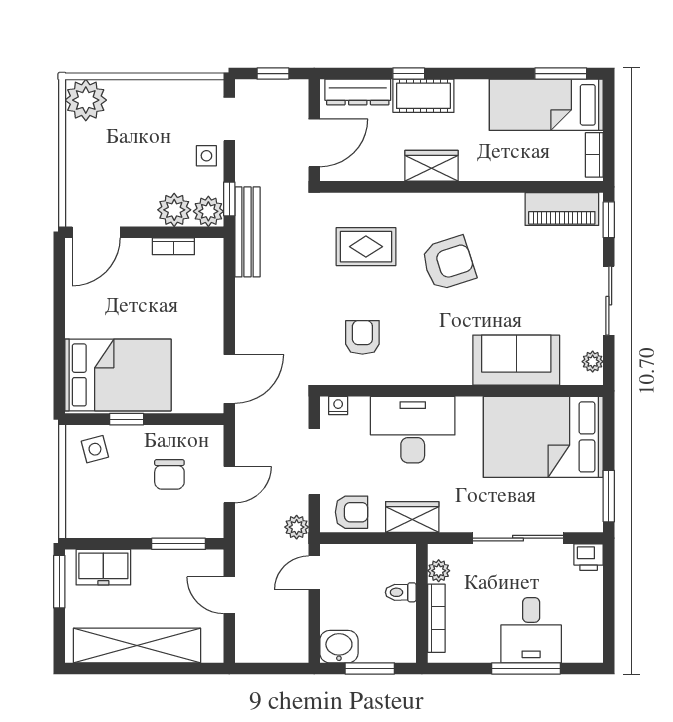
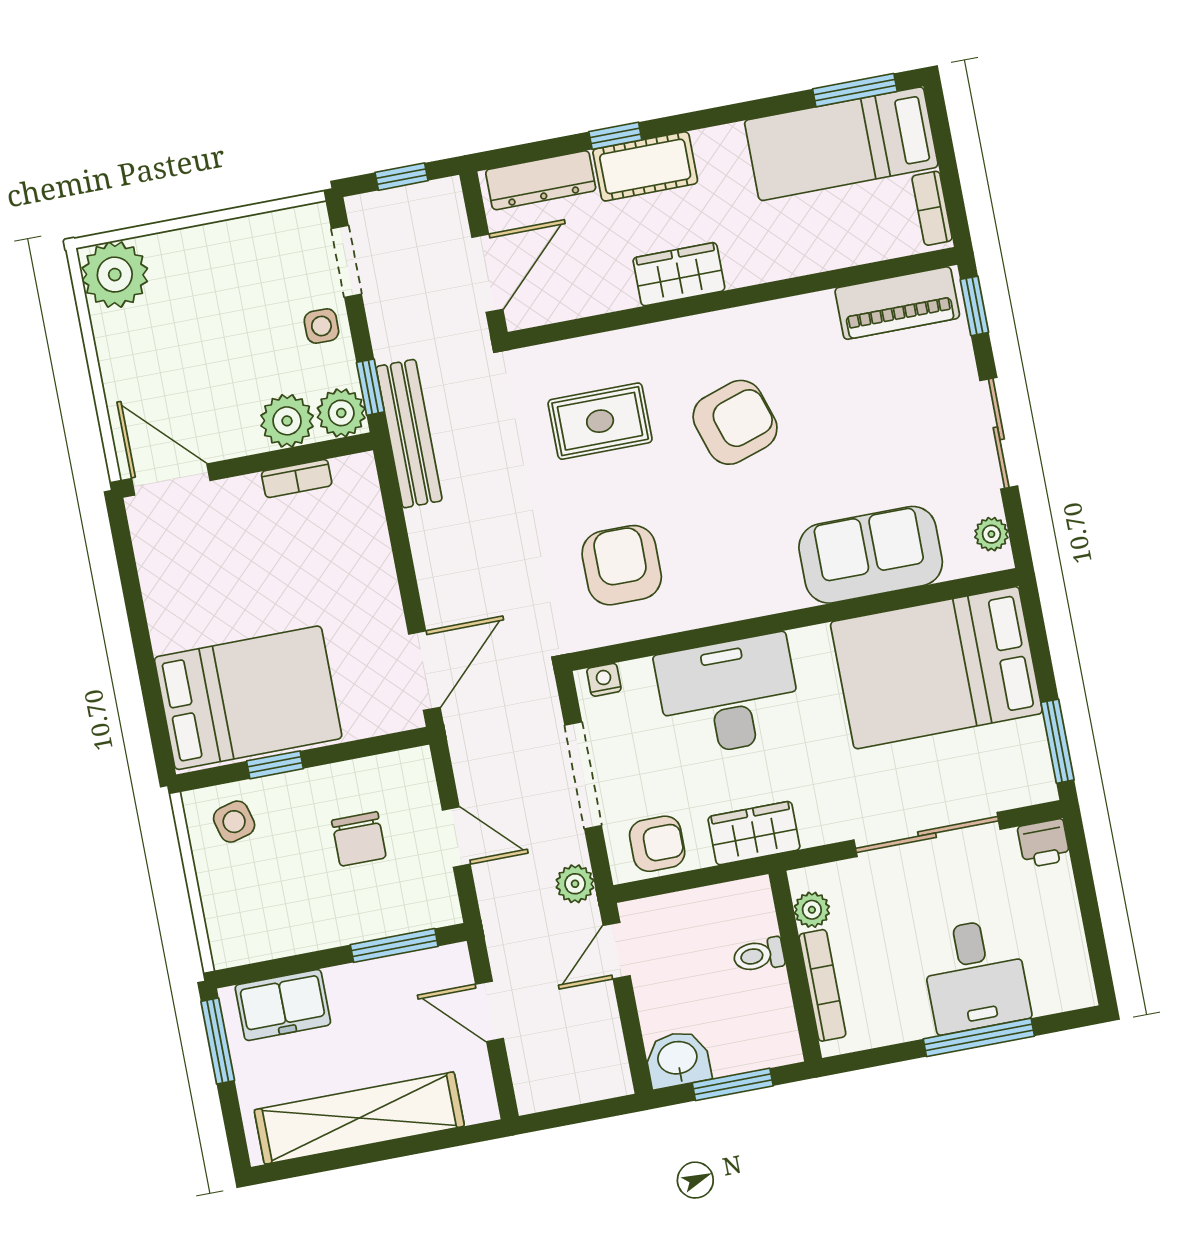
door: (96, 232) -> (171, 480), swing flipped
armchair: (362, 337) -> (622, 565), width x1.38, depth x1.38
door: (229, 485) -> (456, 837), hinge flipped

